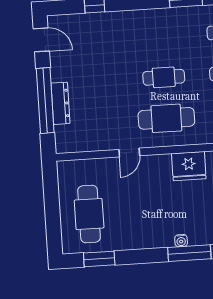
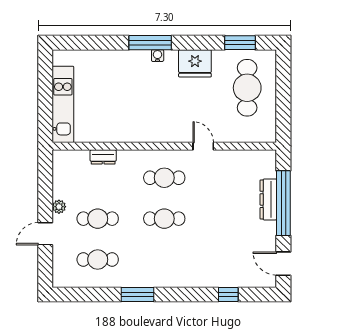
cafe table: (166, 118) -> (164, 178), width x0.73, depth x0.74
door: (129, 153) -> (203, 146), hinge flipped
fridge: (189, 166) -> (195, 63), moved, turned 180

